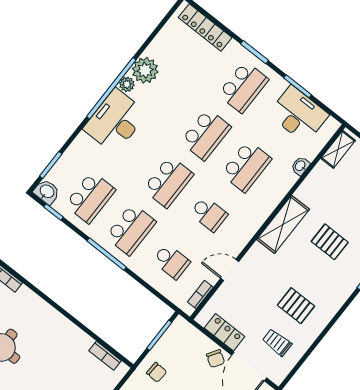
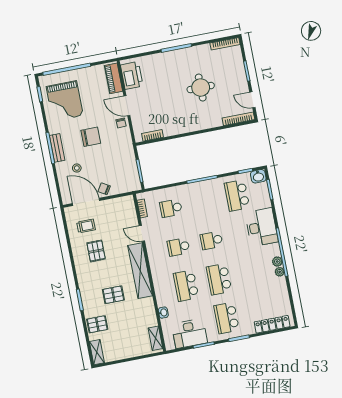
plant: (145, 70) -> (280, 272), width x0.53, depth x0.53
desk: (115, 121) -> (262, 227), moved
school desk: (168, 182) -> (211, 240), width x0.54
shelving: (283, 224) -> (140, 271), width x1.47
school desk: (131, 229) -> (204, 202), removed
door: (230, 270) -> (142, 233), swing flipped
pallet: (296, 306) -> (96, 251), turned 90
locker: (225, 332) -> (113, 204), removed
chair: (157, 372) -> (122, 154), removed

